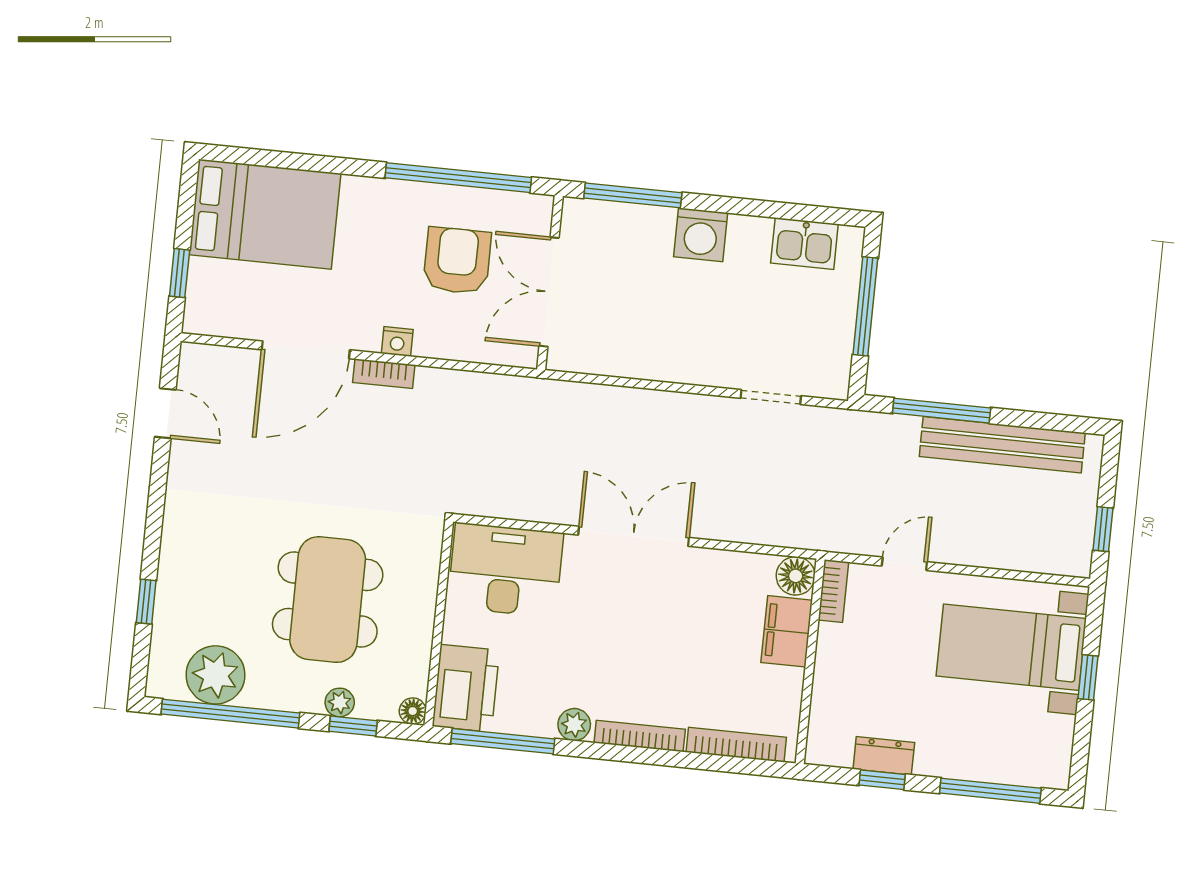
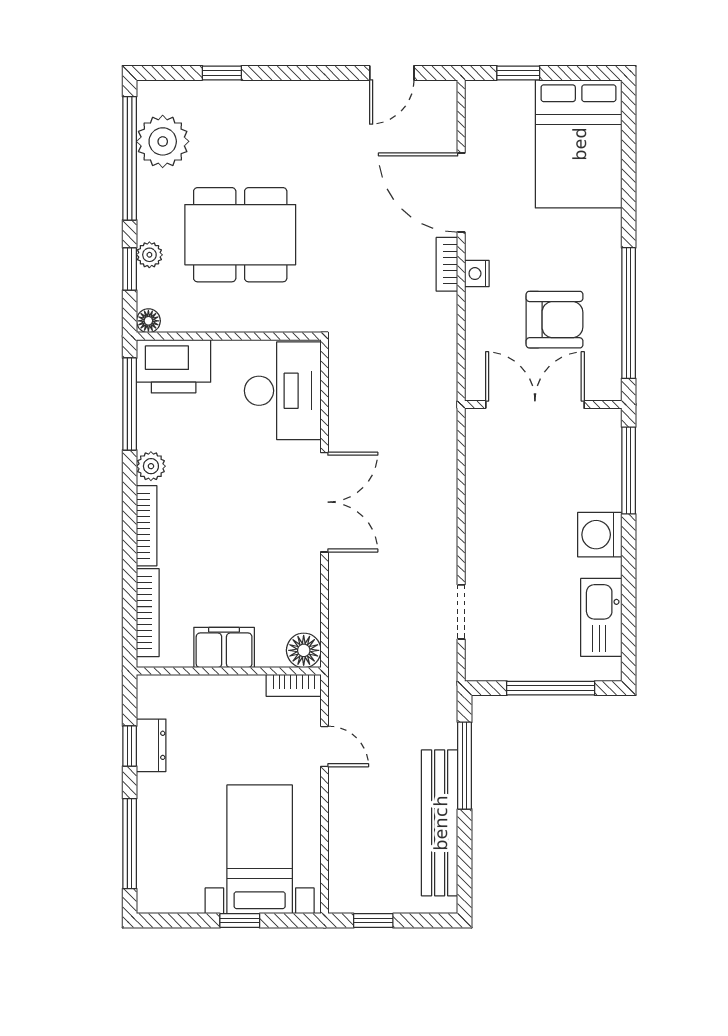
kitchen sink: (804, 244) -> (601, 617), width x1.38
filing cabinet: (787, 631) -> (224, 647), moved

